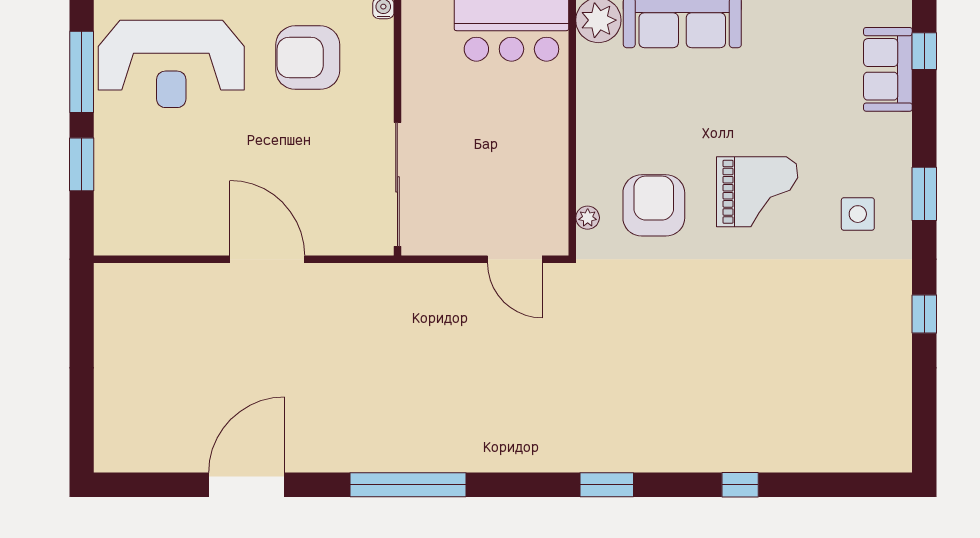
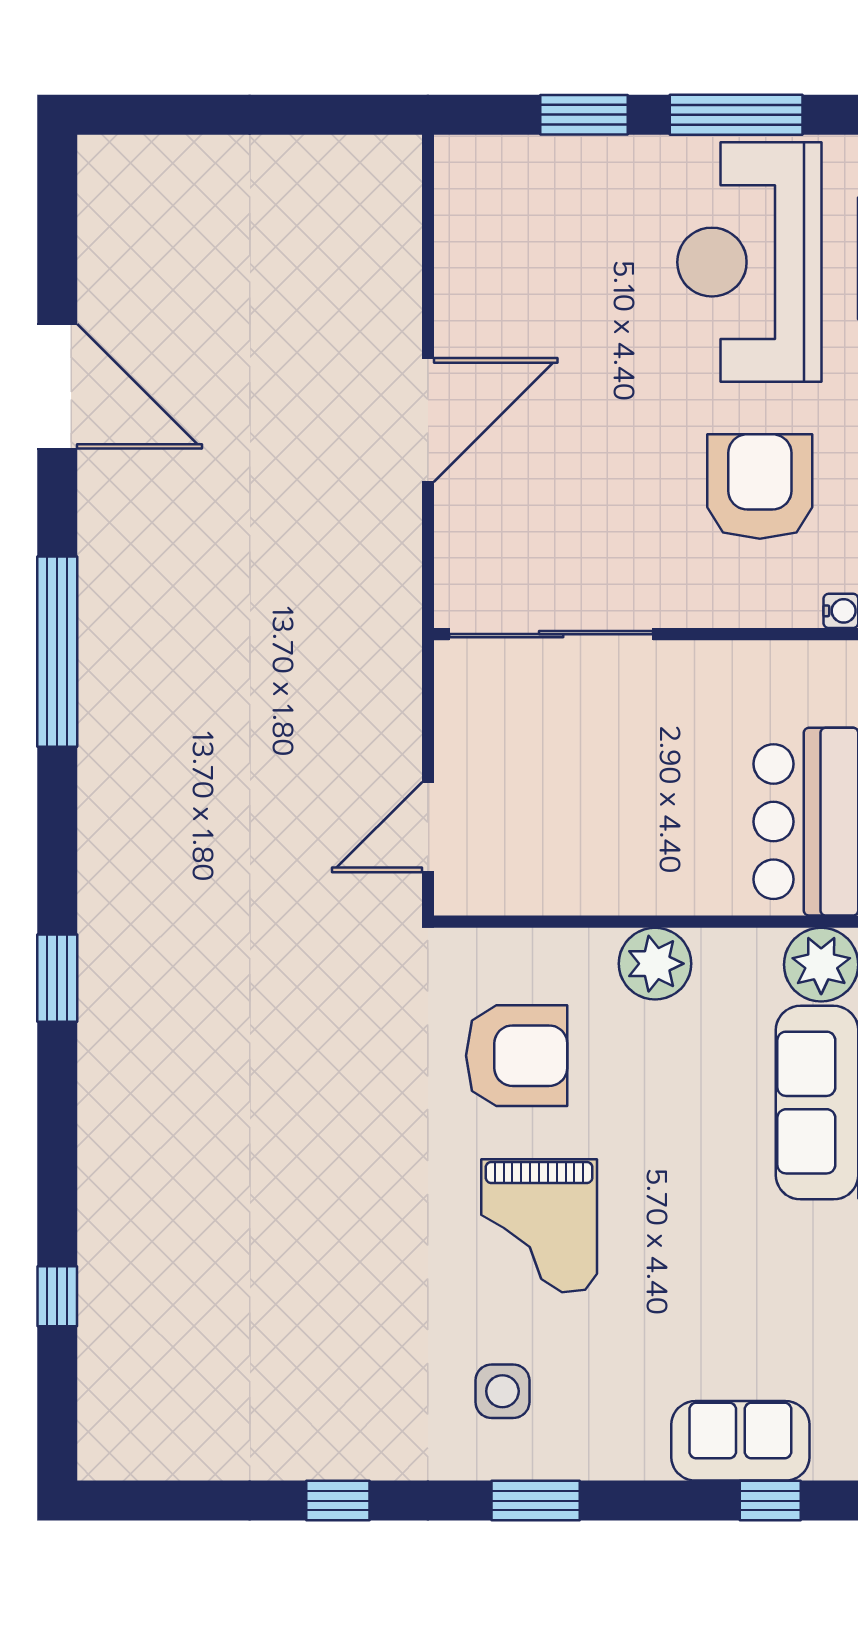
plant: (588, 218) -> (655, 964), moved, width x1.88, depth x1.88
window: (740, 485) -> (57, 1296), moved

